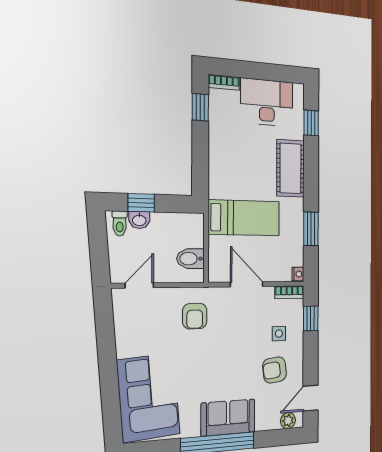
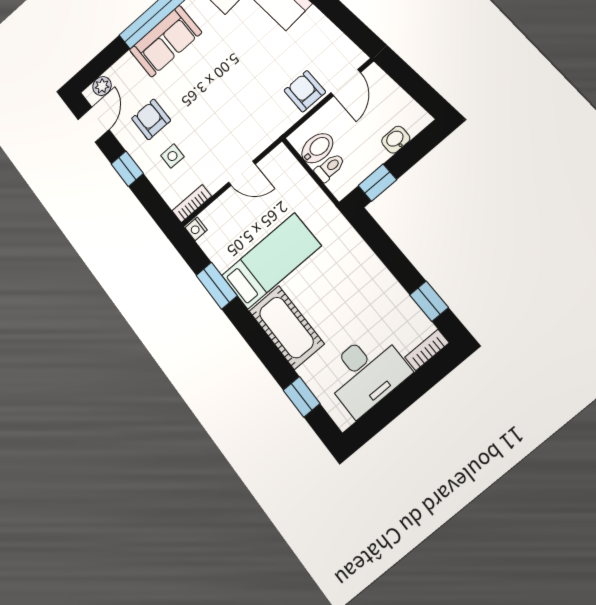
window: (141, 203) -> (377, 183), moved
bed: (244, 218) -> (271, 261), moved, turned 180
toilet: (120, 223) -> (330, 167), moved, turned 90
door: (247, 284) -> (242, 173), width x0.73
armchair: (195, 316) -> (305, 91), moved
window: (311, 318) -> (127, 169), moved
armchair: (274, 370) -> (151, 119), turned -83

